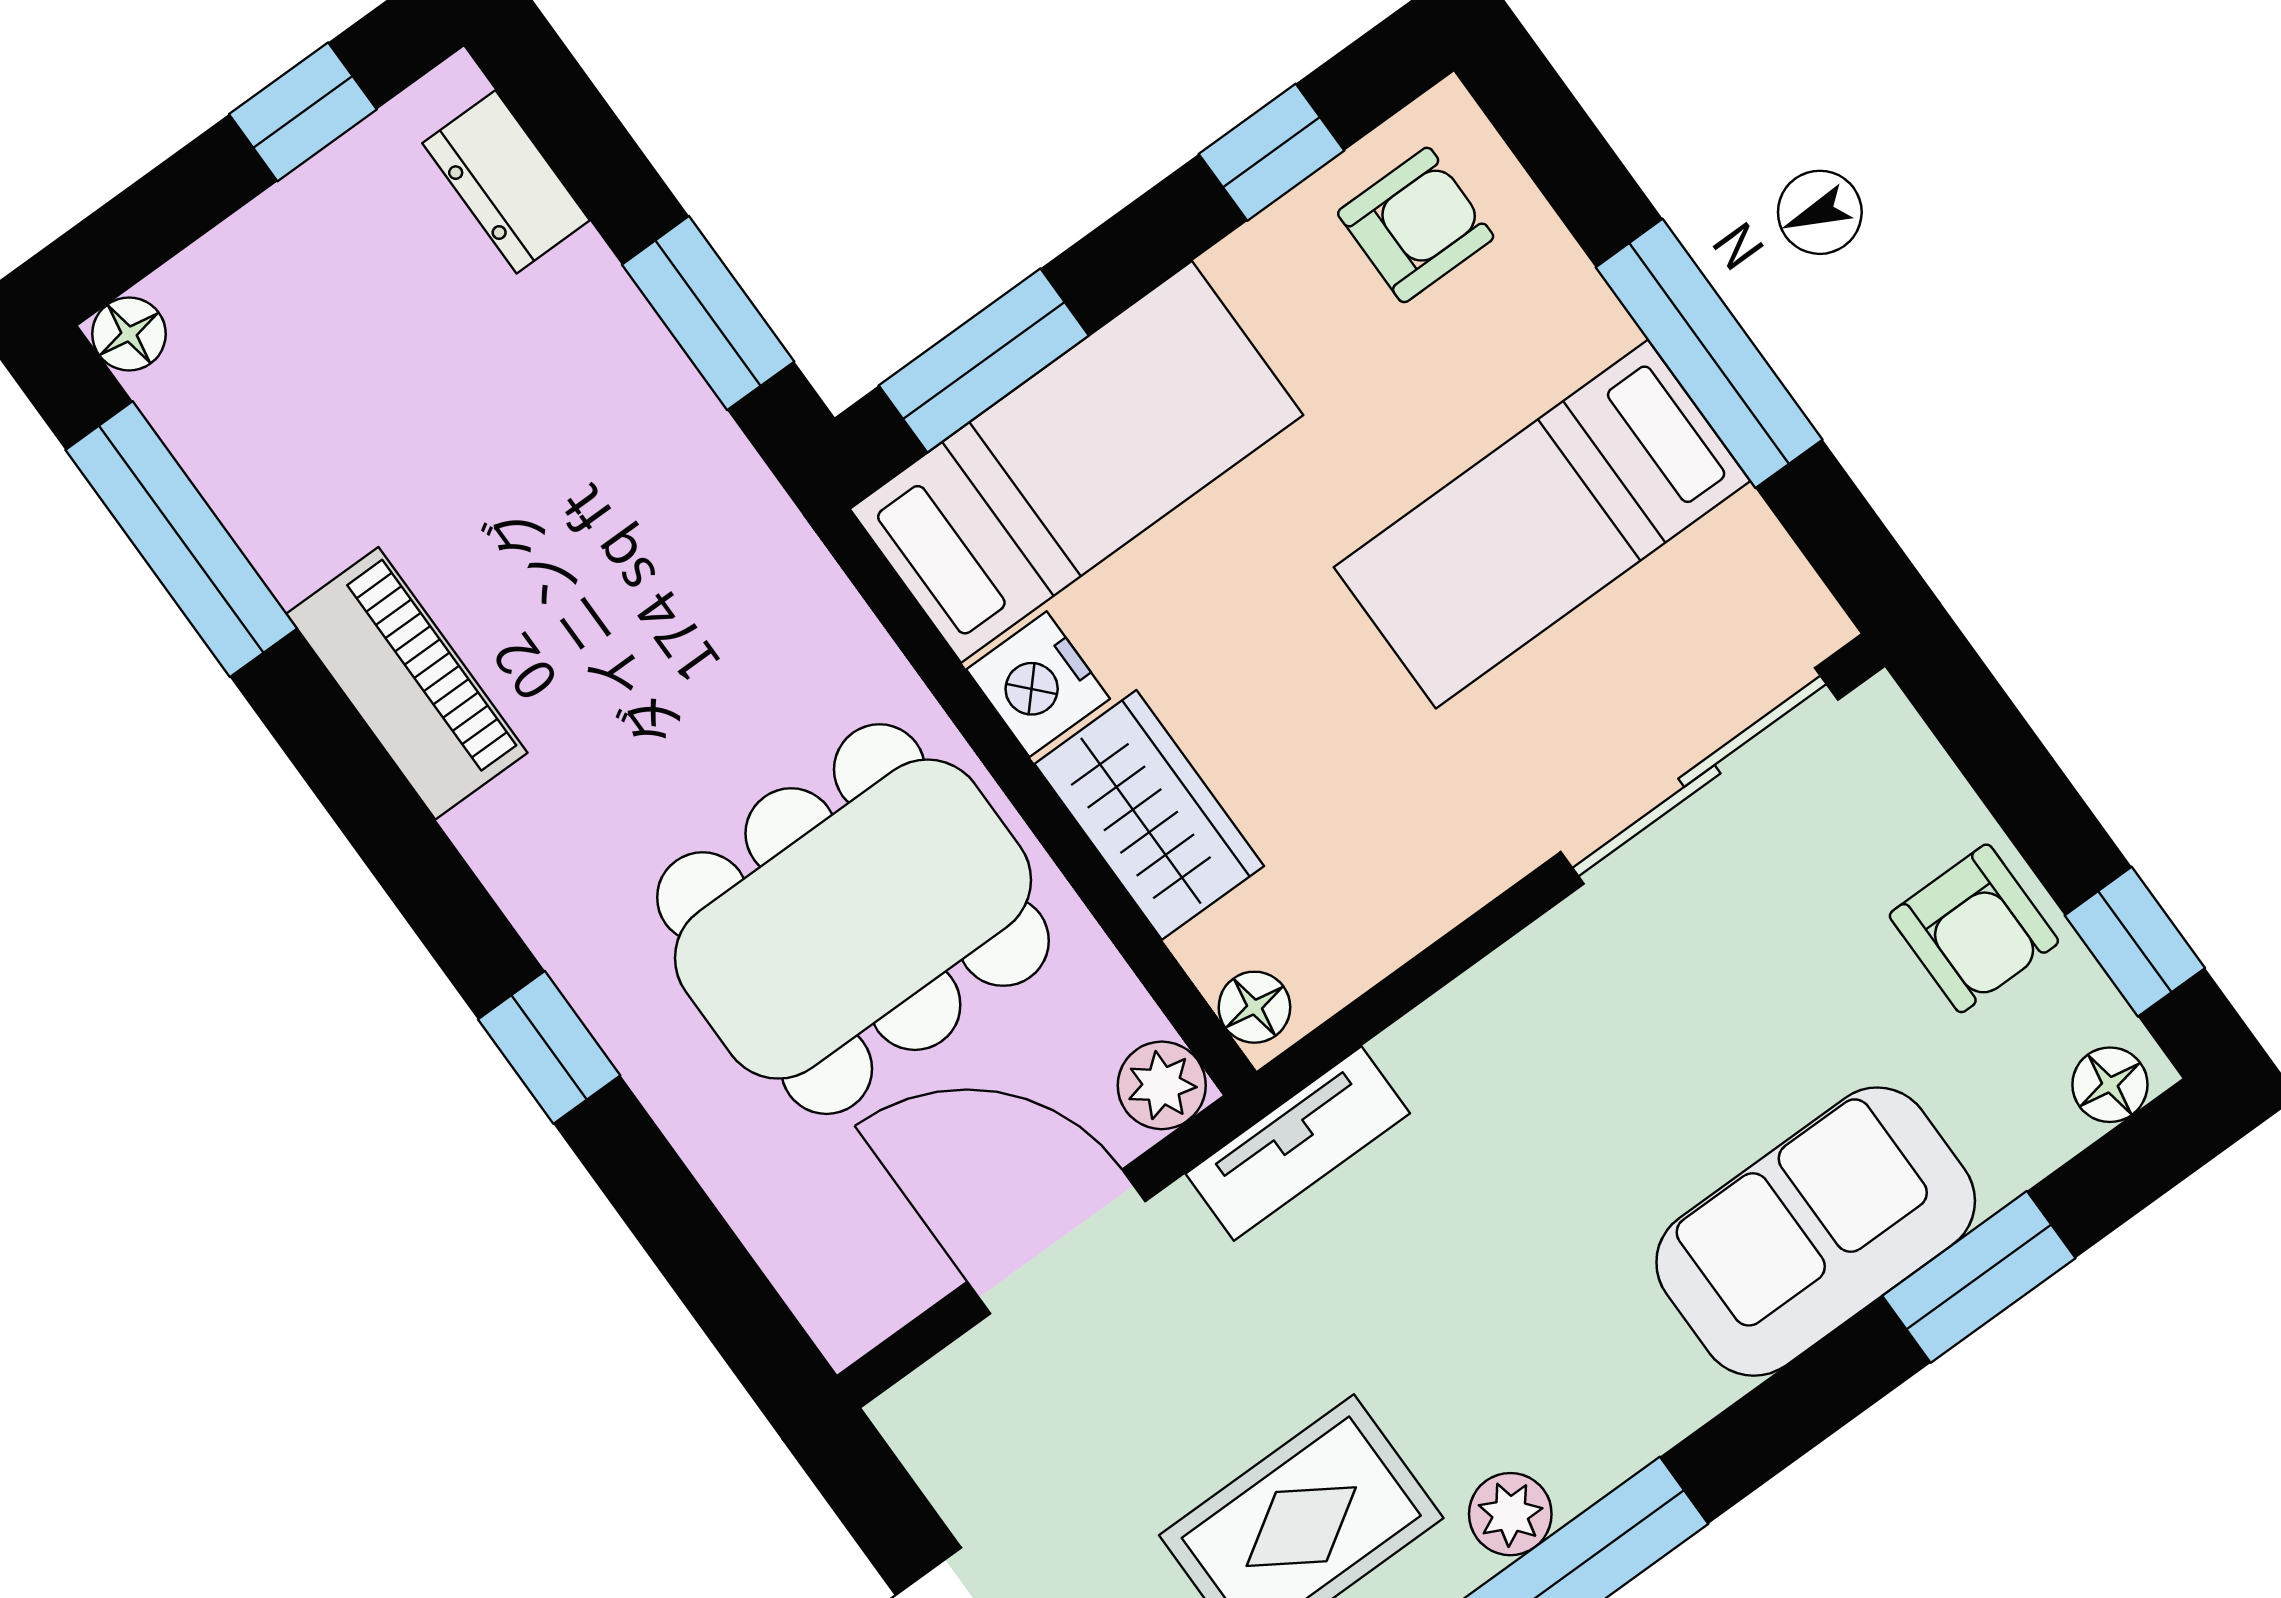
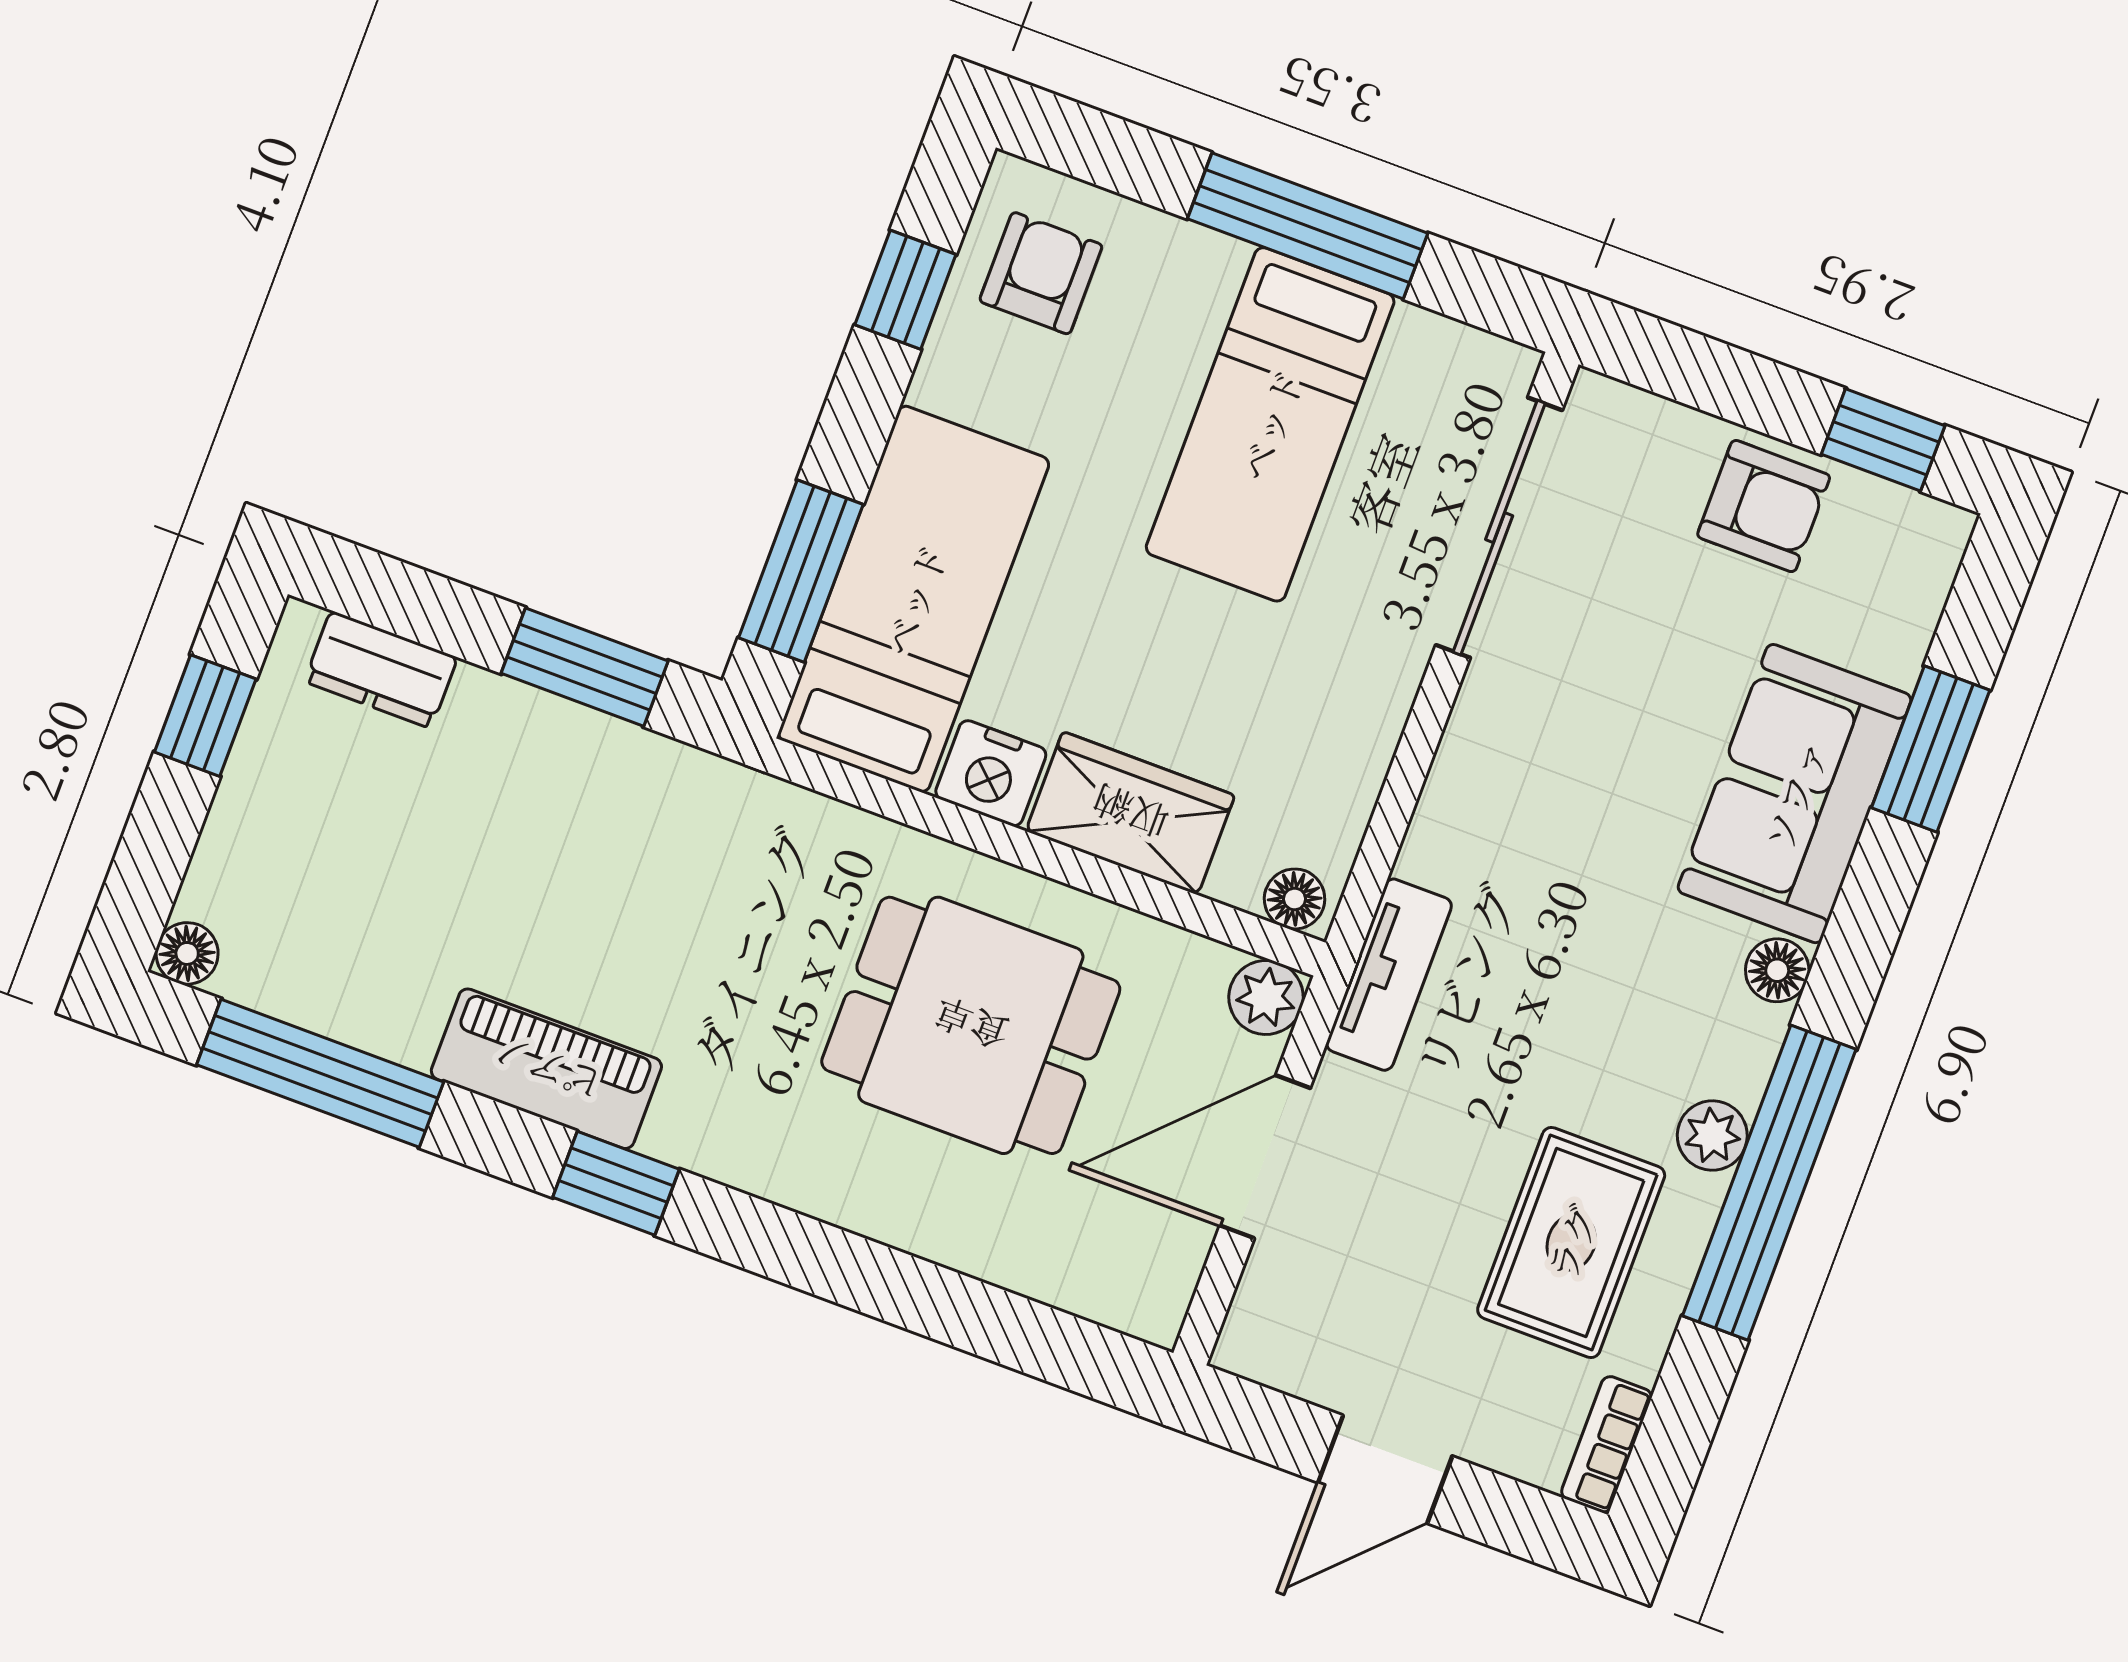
dining table: (853, 919) -> (971, 1025), width x0.73
window: (549, 1047) -> (616, 1183), moved
floor lamp: (2110, 1085) -> (1777, 970), moved

